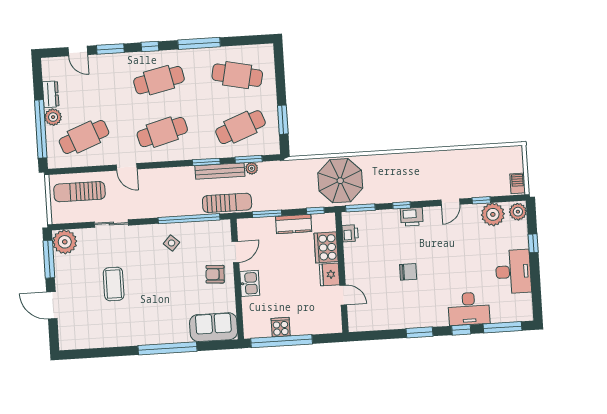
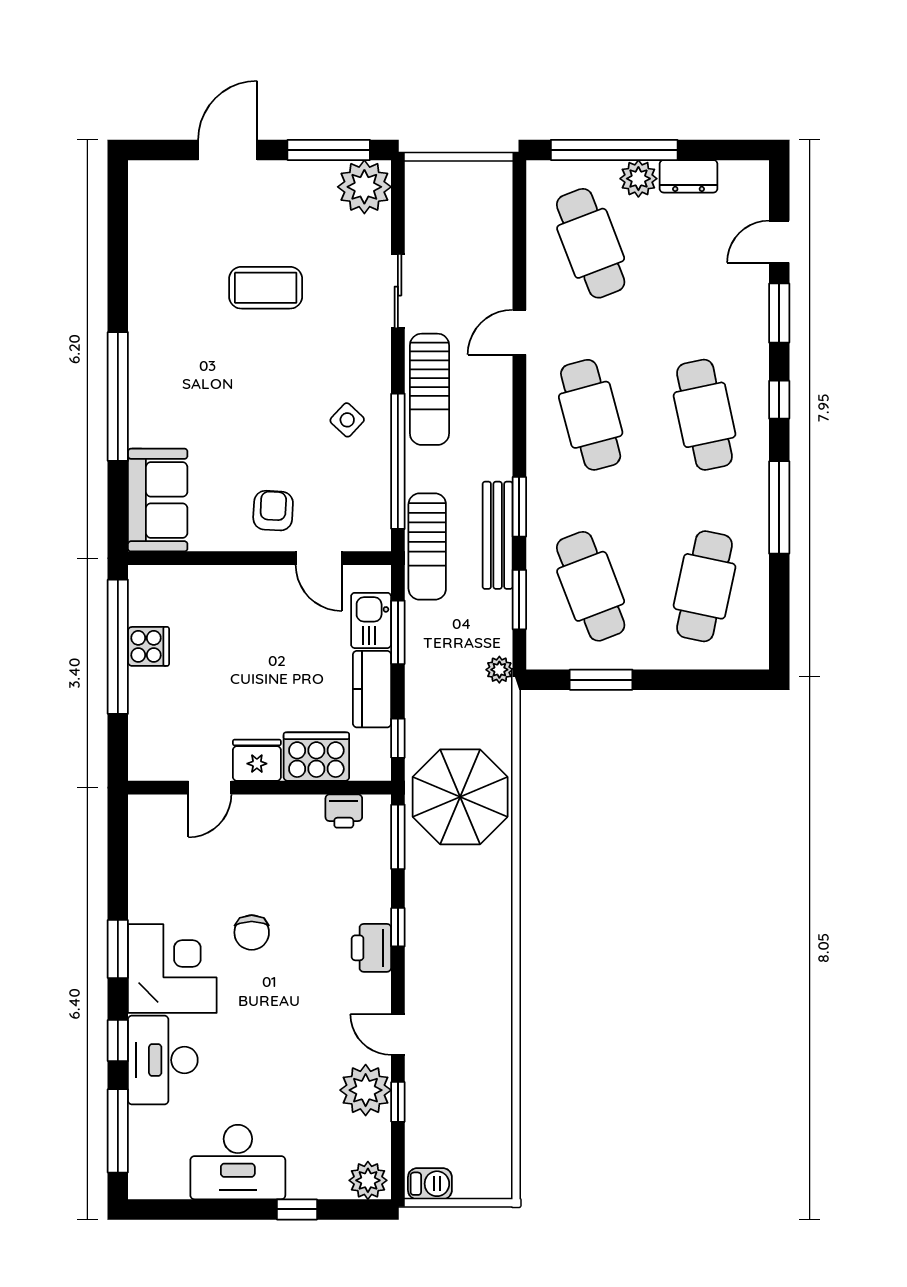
plant: (252, 168) -> (499, 670), moved
sun lounger: (79, 192) -> (430, 389), moved, turned 180
plant: (493, 214) -> (366, 1090), moved
kitchen sink: (250, 283) -> (371, 620), moved, turned 90
corner desk: (427, 307) -> (172, 969), added

